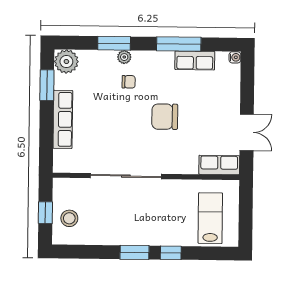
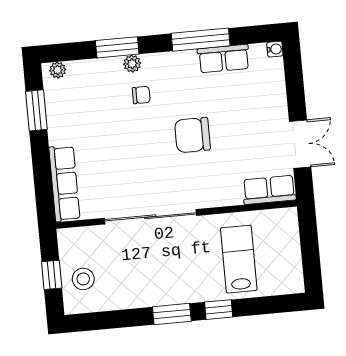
plant: (66, 62) -> (58, 70), width x0.53, depth x0.53
row of seats: (63, 119) -> (64, 184), moved
lab bench: (210, 218) -> (239, 259), moved

